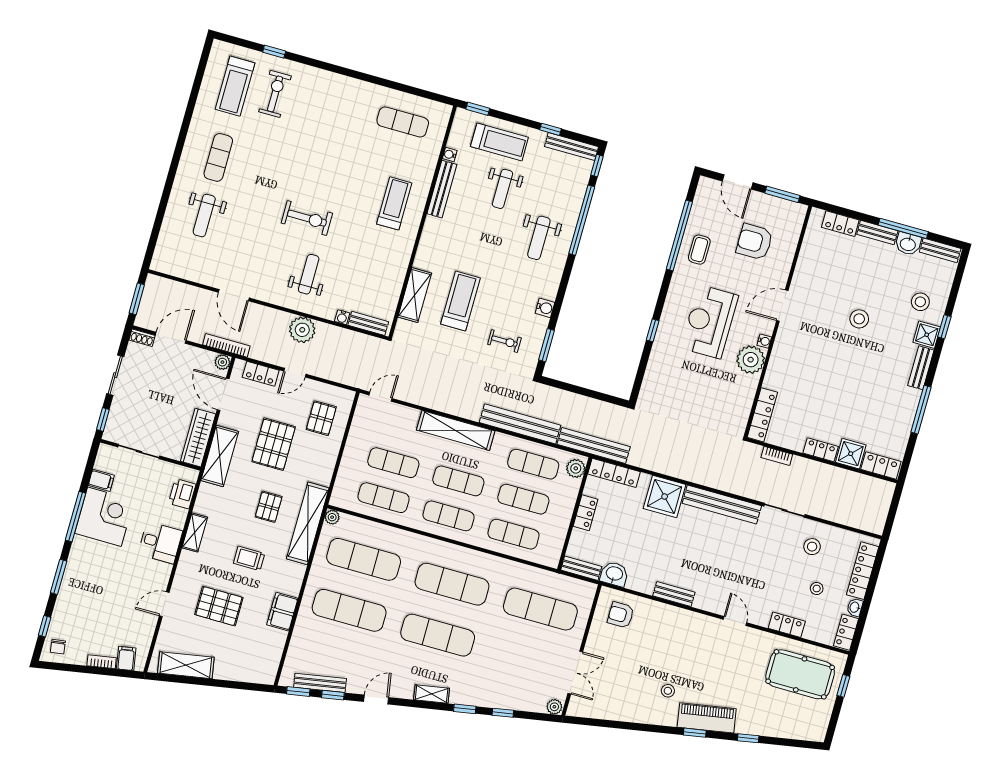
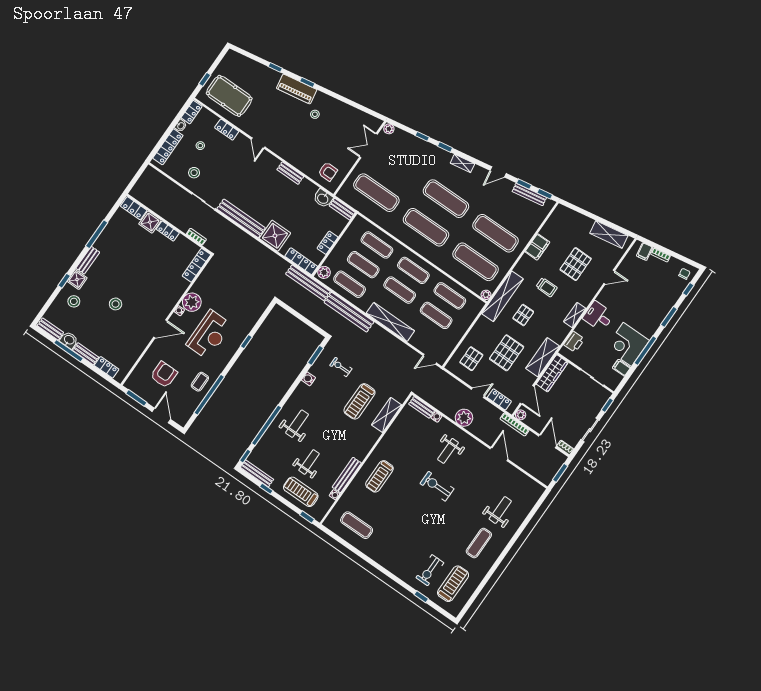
armchair: (755, 242) -> (164, 375), turned -90
door: (171, 338) -> (547, 441), swing flipped
pallet: (219, 606) -> (576, 264), turned 90

